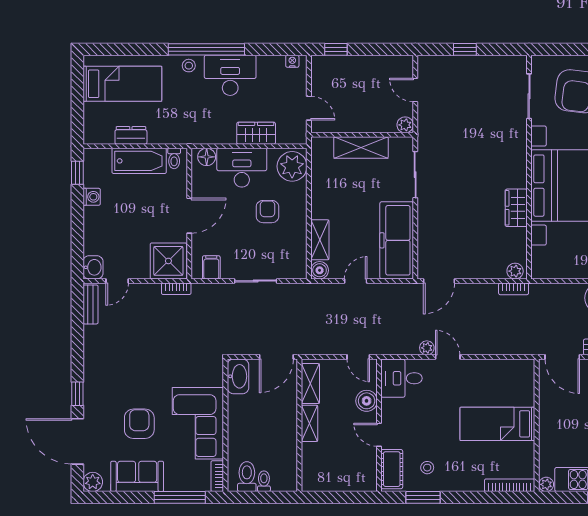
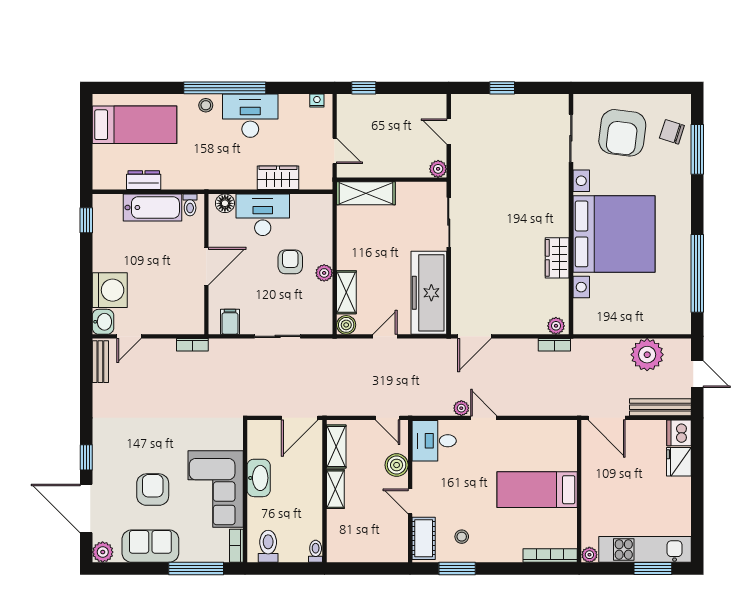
shelving: (361, 148) -> (366, 193), moved
plant: (292, 166) -> (324, 273), moved, width x0.53, depth x0.53
washing machine: (92, 197) -> (110, 290), moved, width x1.89, depth x1.89
shower: (168, 261) -> (184, 315), removed
washbasin: (238, 376) -> (259, 478), moved
toilet: (264, 481) -> (316, 551), moved

